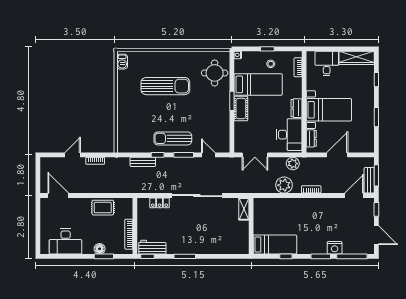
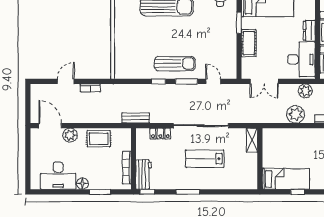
cot: (241, 109) -> (249, 43), moved
sun lounger: (173, 138) -> (175, 64), turned 180
bench: (143, 162) -> (136, 118), moved
plant: (76, 204) -> (70, 135), added
lab bench: (200, 226) -> (205, 159), added
workbench: (152, 247) -> (144, 175), moved, turned 90
floor lamp: (100, 249) -> (82, 184), moved

